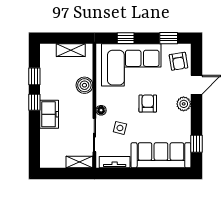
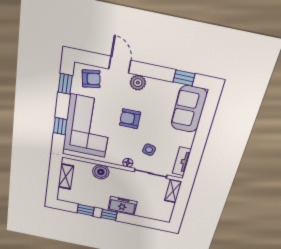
sofa: (161, 155) -> (189, 109), width x0.73

